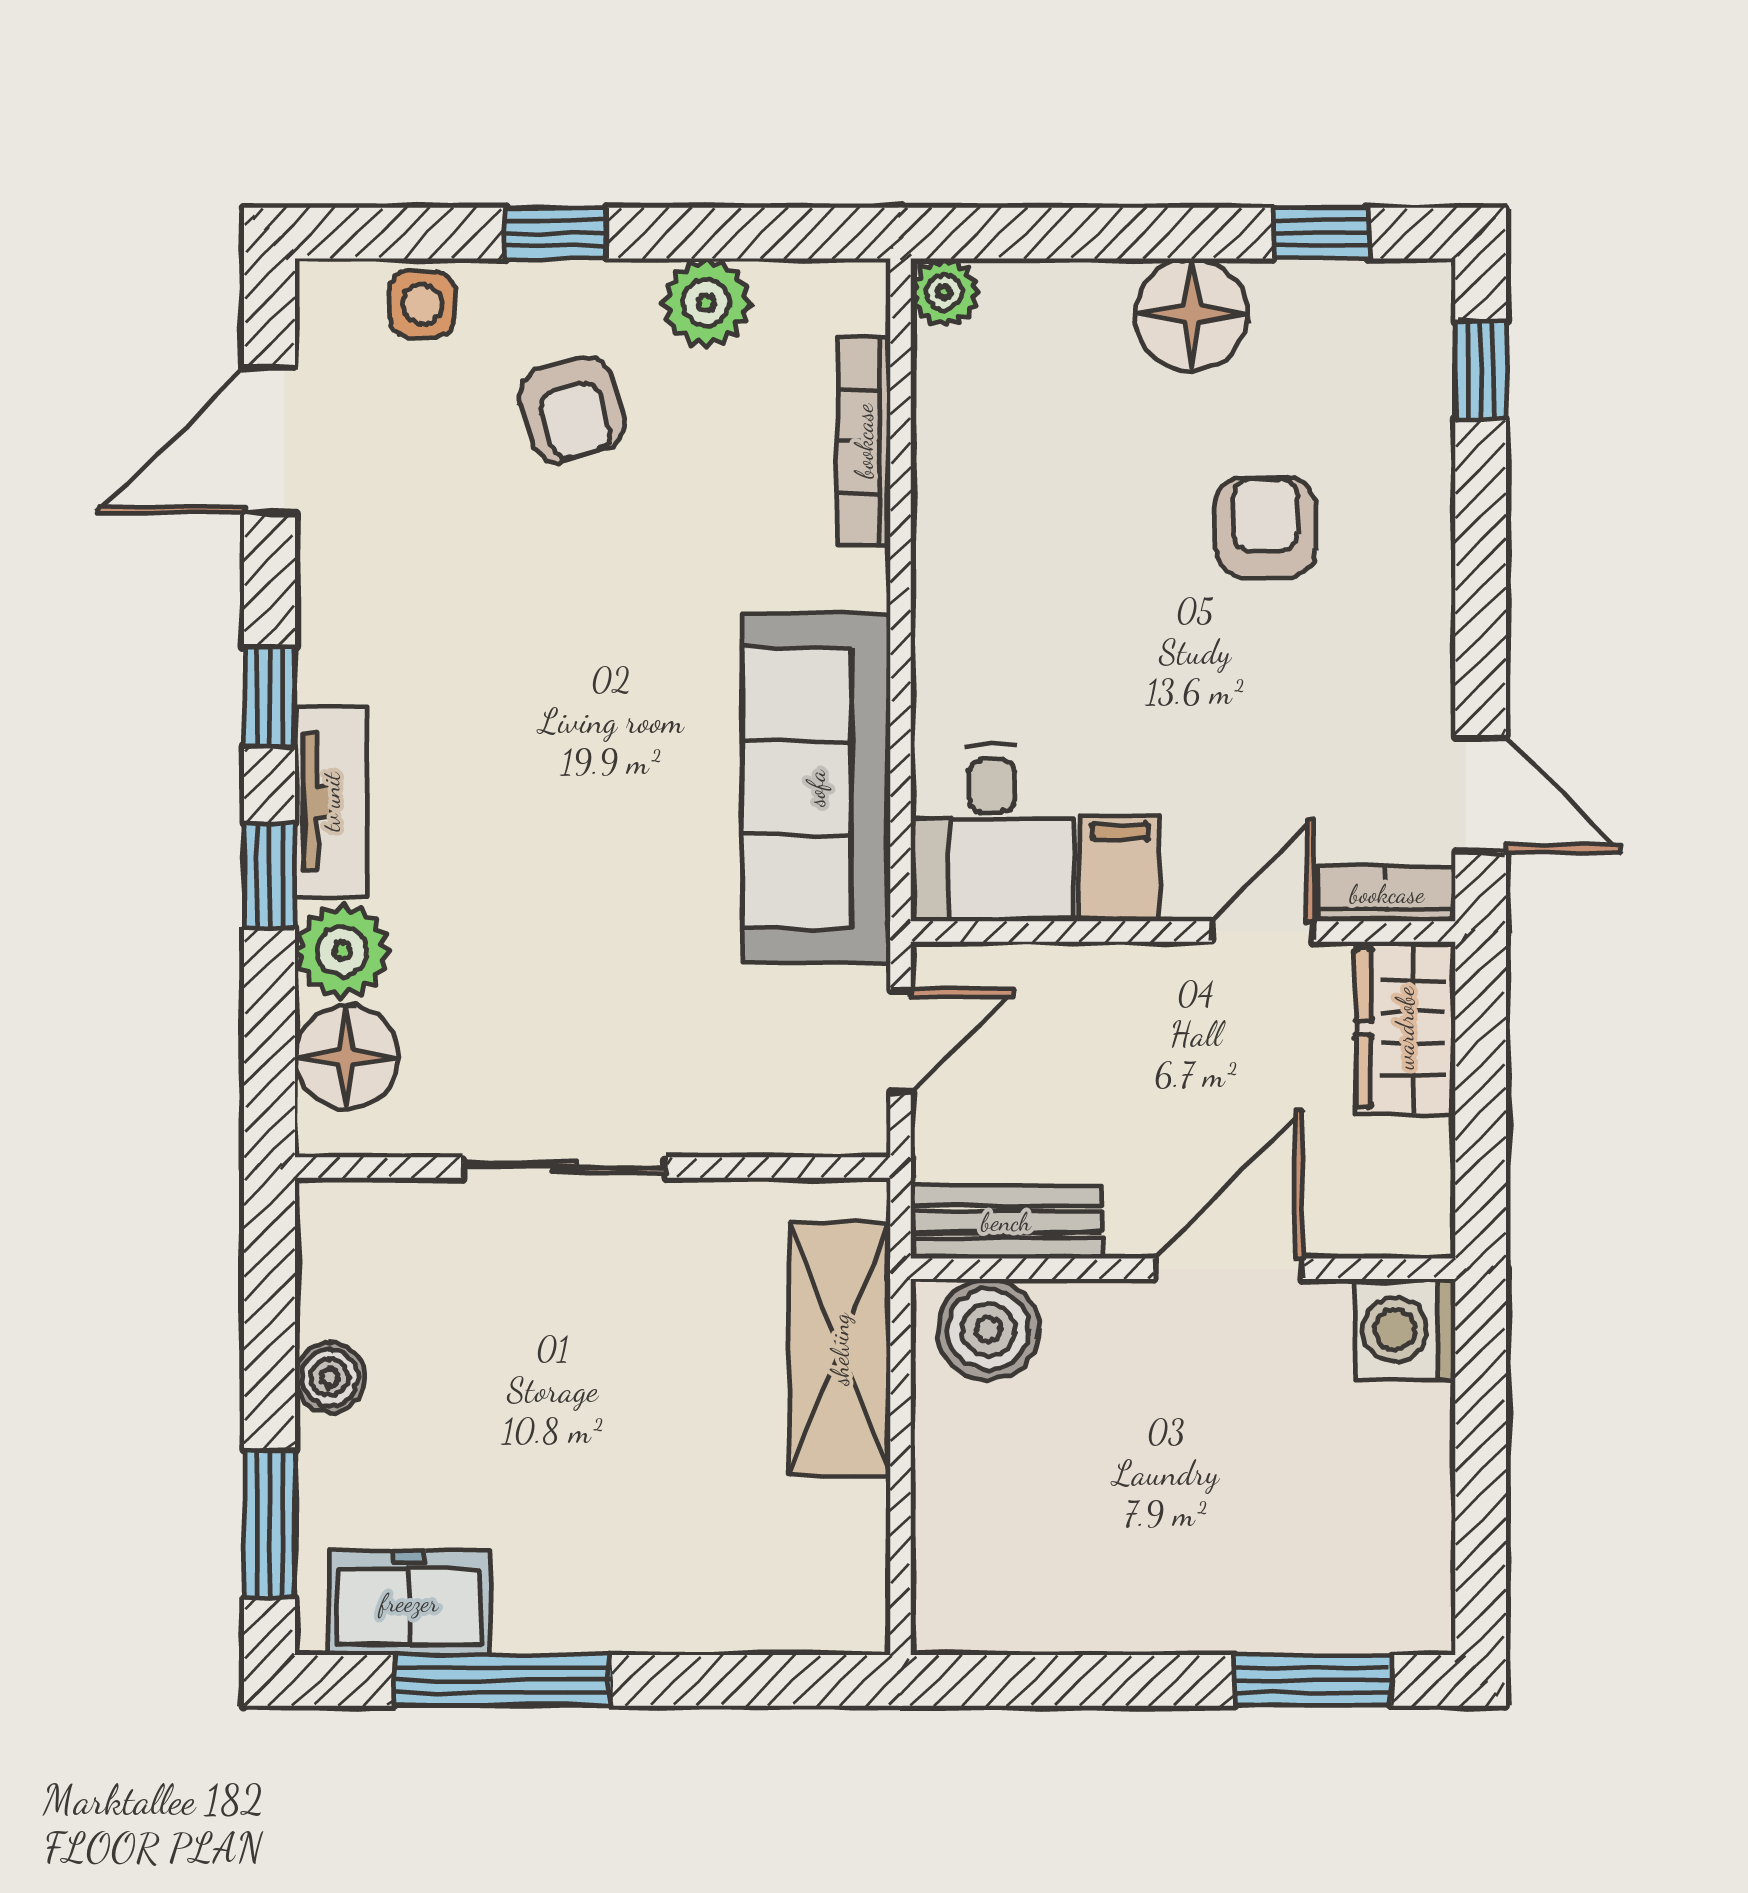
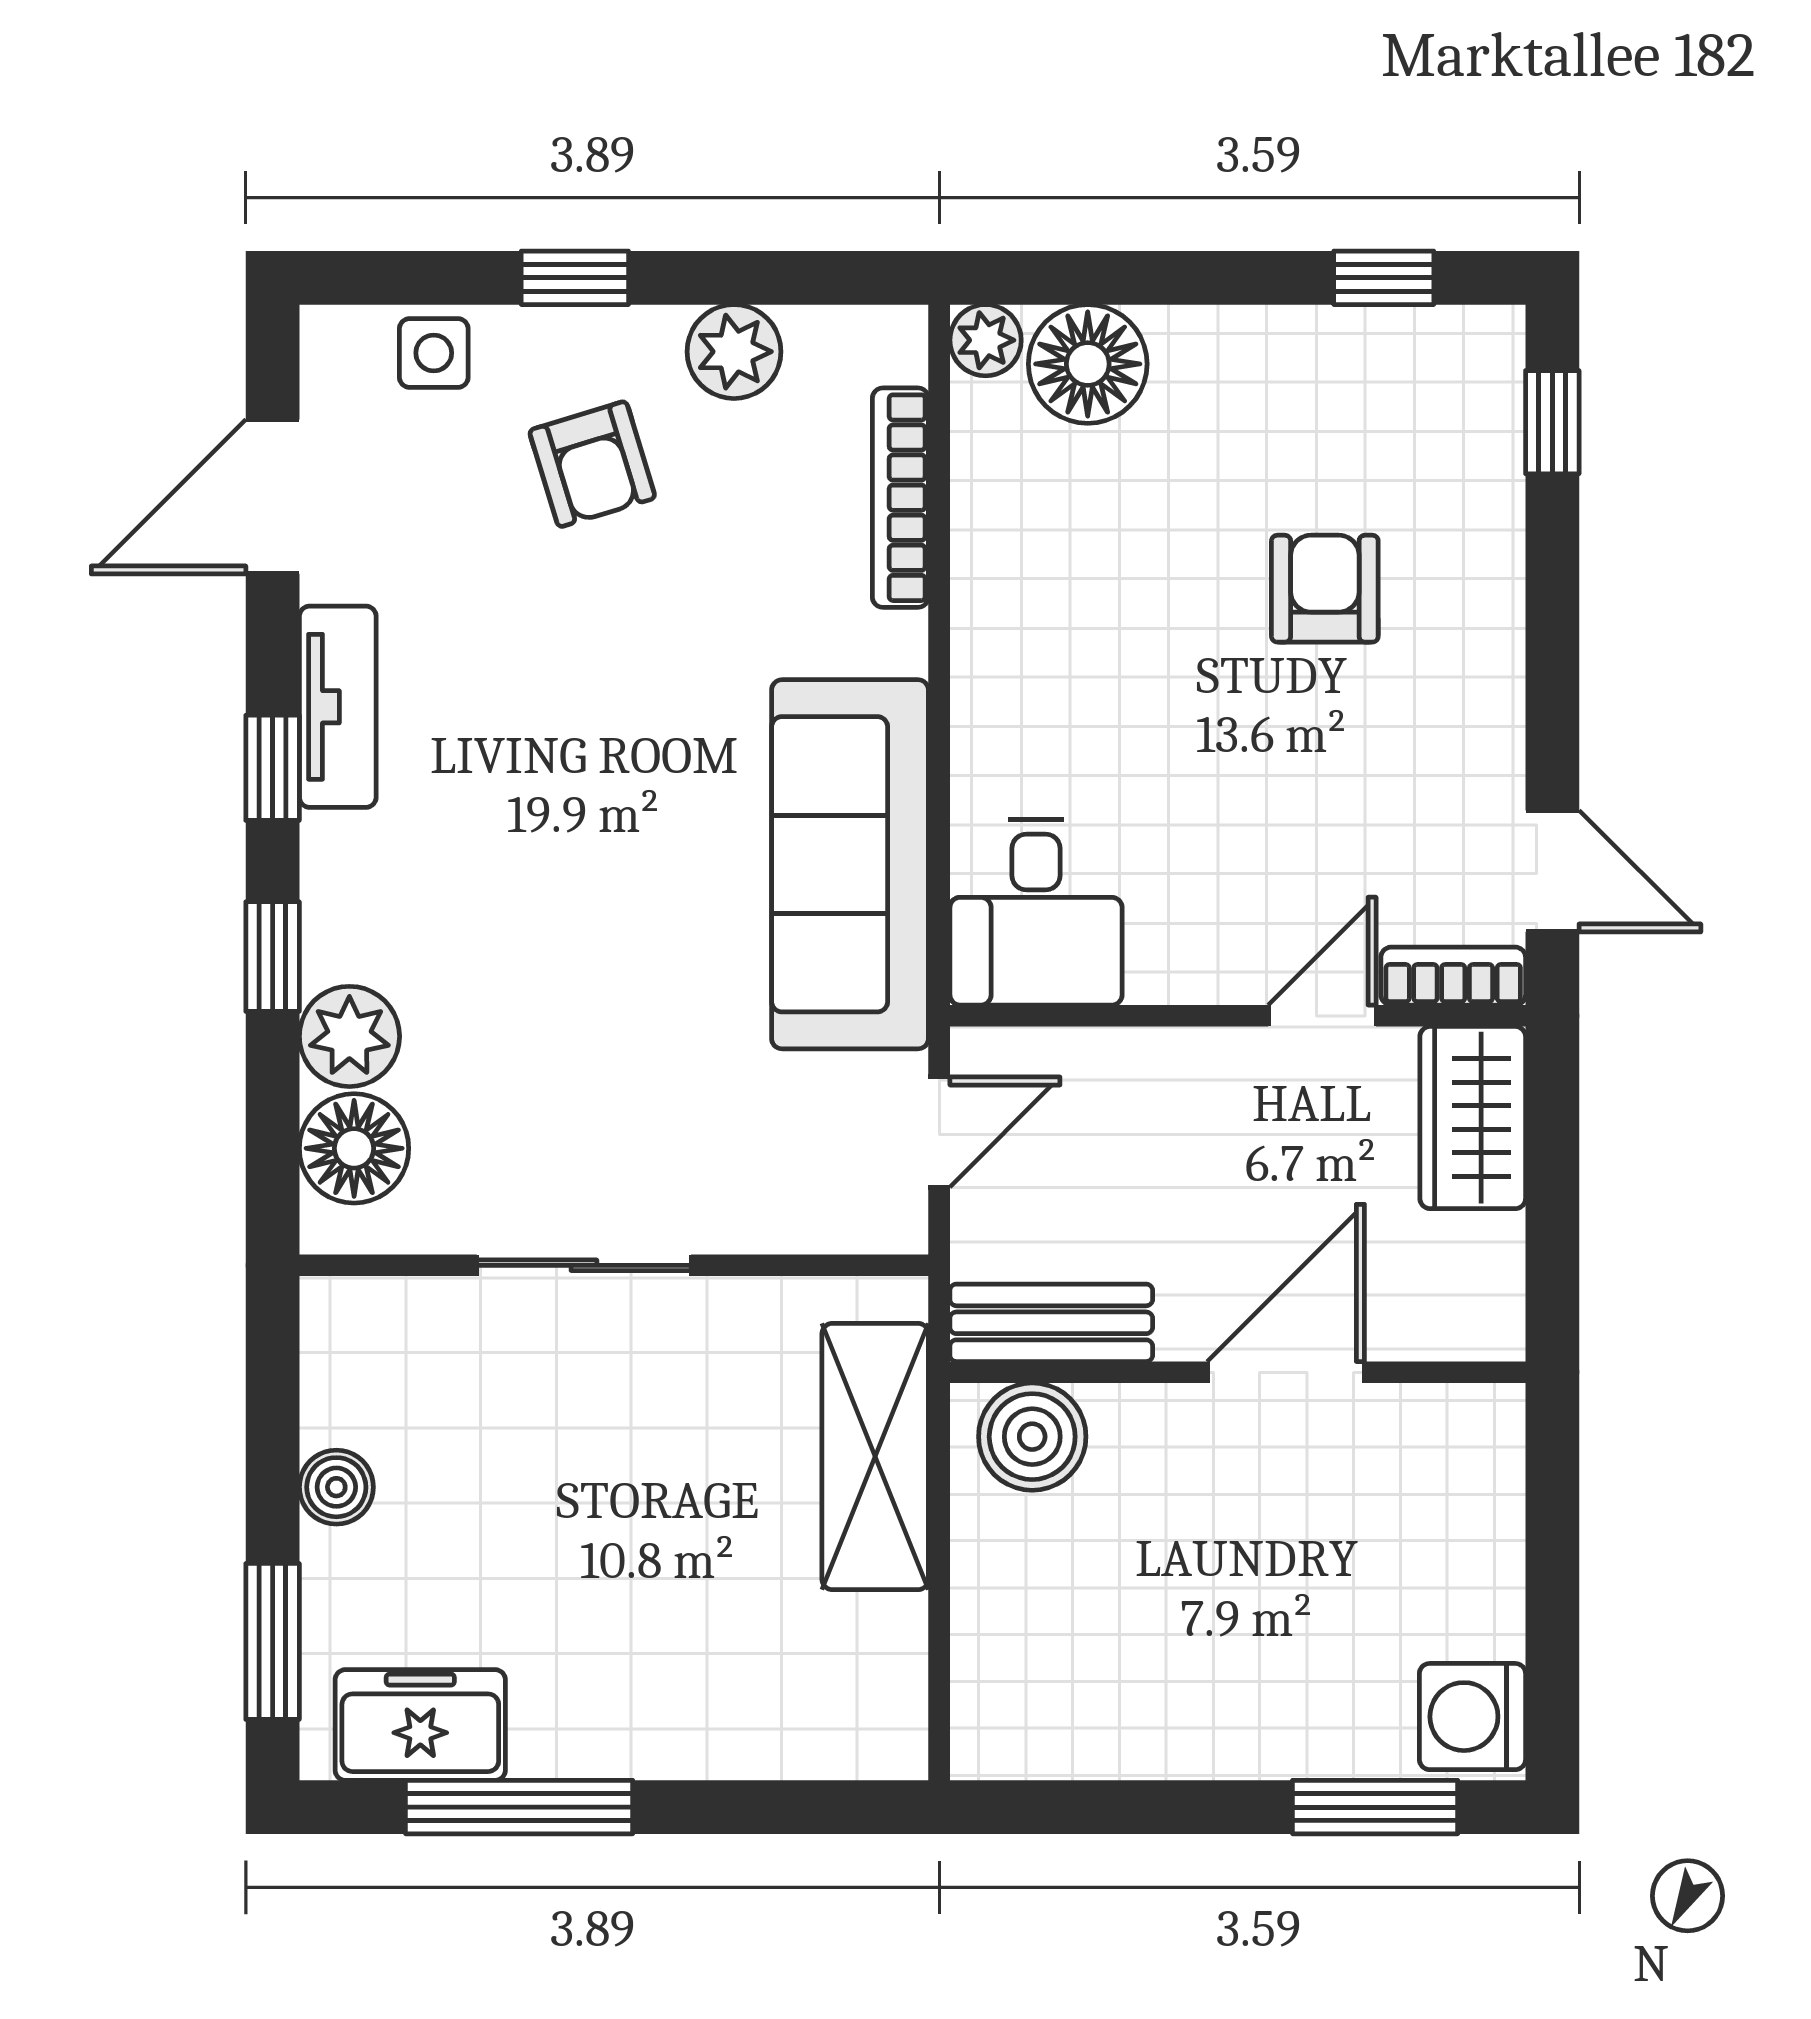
floor lamp: (1192, 315) -> (1088, 364), moved
tv unit: (331, 802) -> (338, 707), moved
filing cabinet: (1120, 869) -> (1171, 949), removed
washing machine: (1405, 1329) -> (1472, 1717), moved

